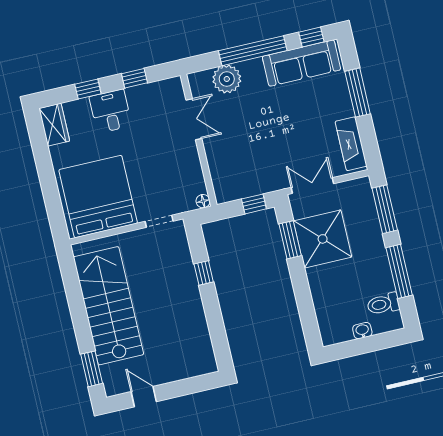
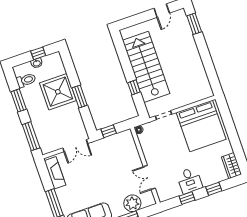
desk: (111, 111) -> (190, 180), moved
shower: (323, 239) -> (58, 92), moved
window: (290, 240) -> (80, 96), moved
window: (399, 271) -> (19, 100), width x0.69
stairs: (108, 306) -> (146, 67), moved, turned 180
window: (358, 347) -> (38, 53), added
door: (144, 397) -> (162, 11), hinge flipped

